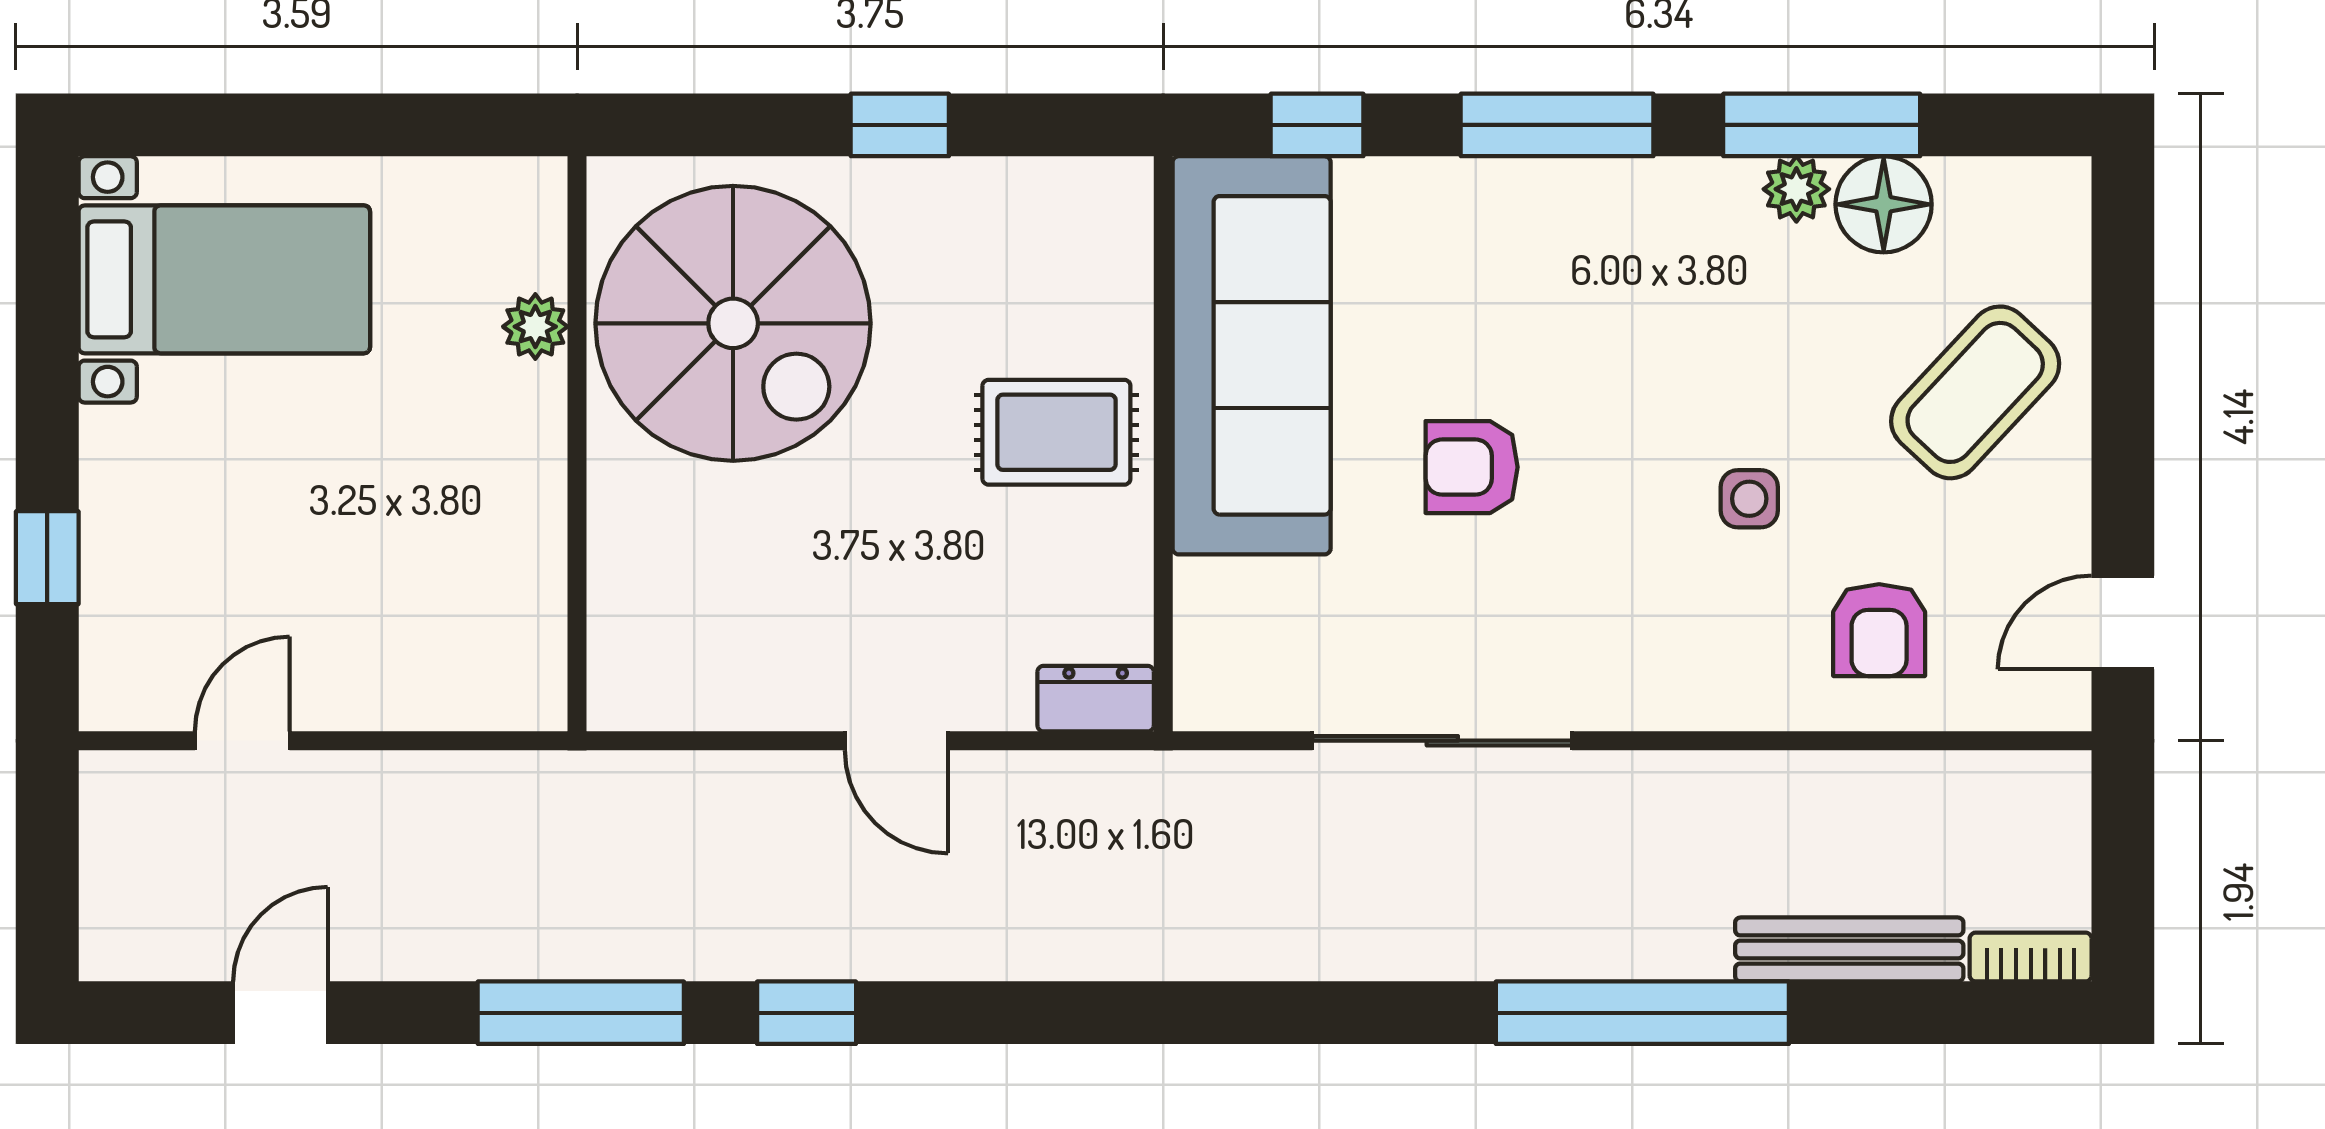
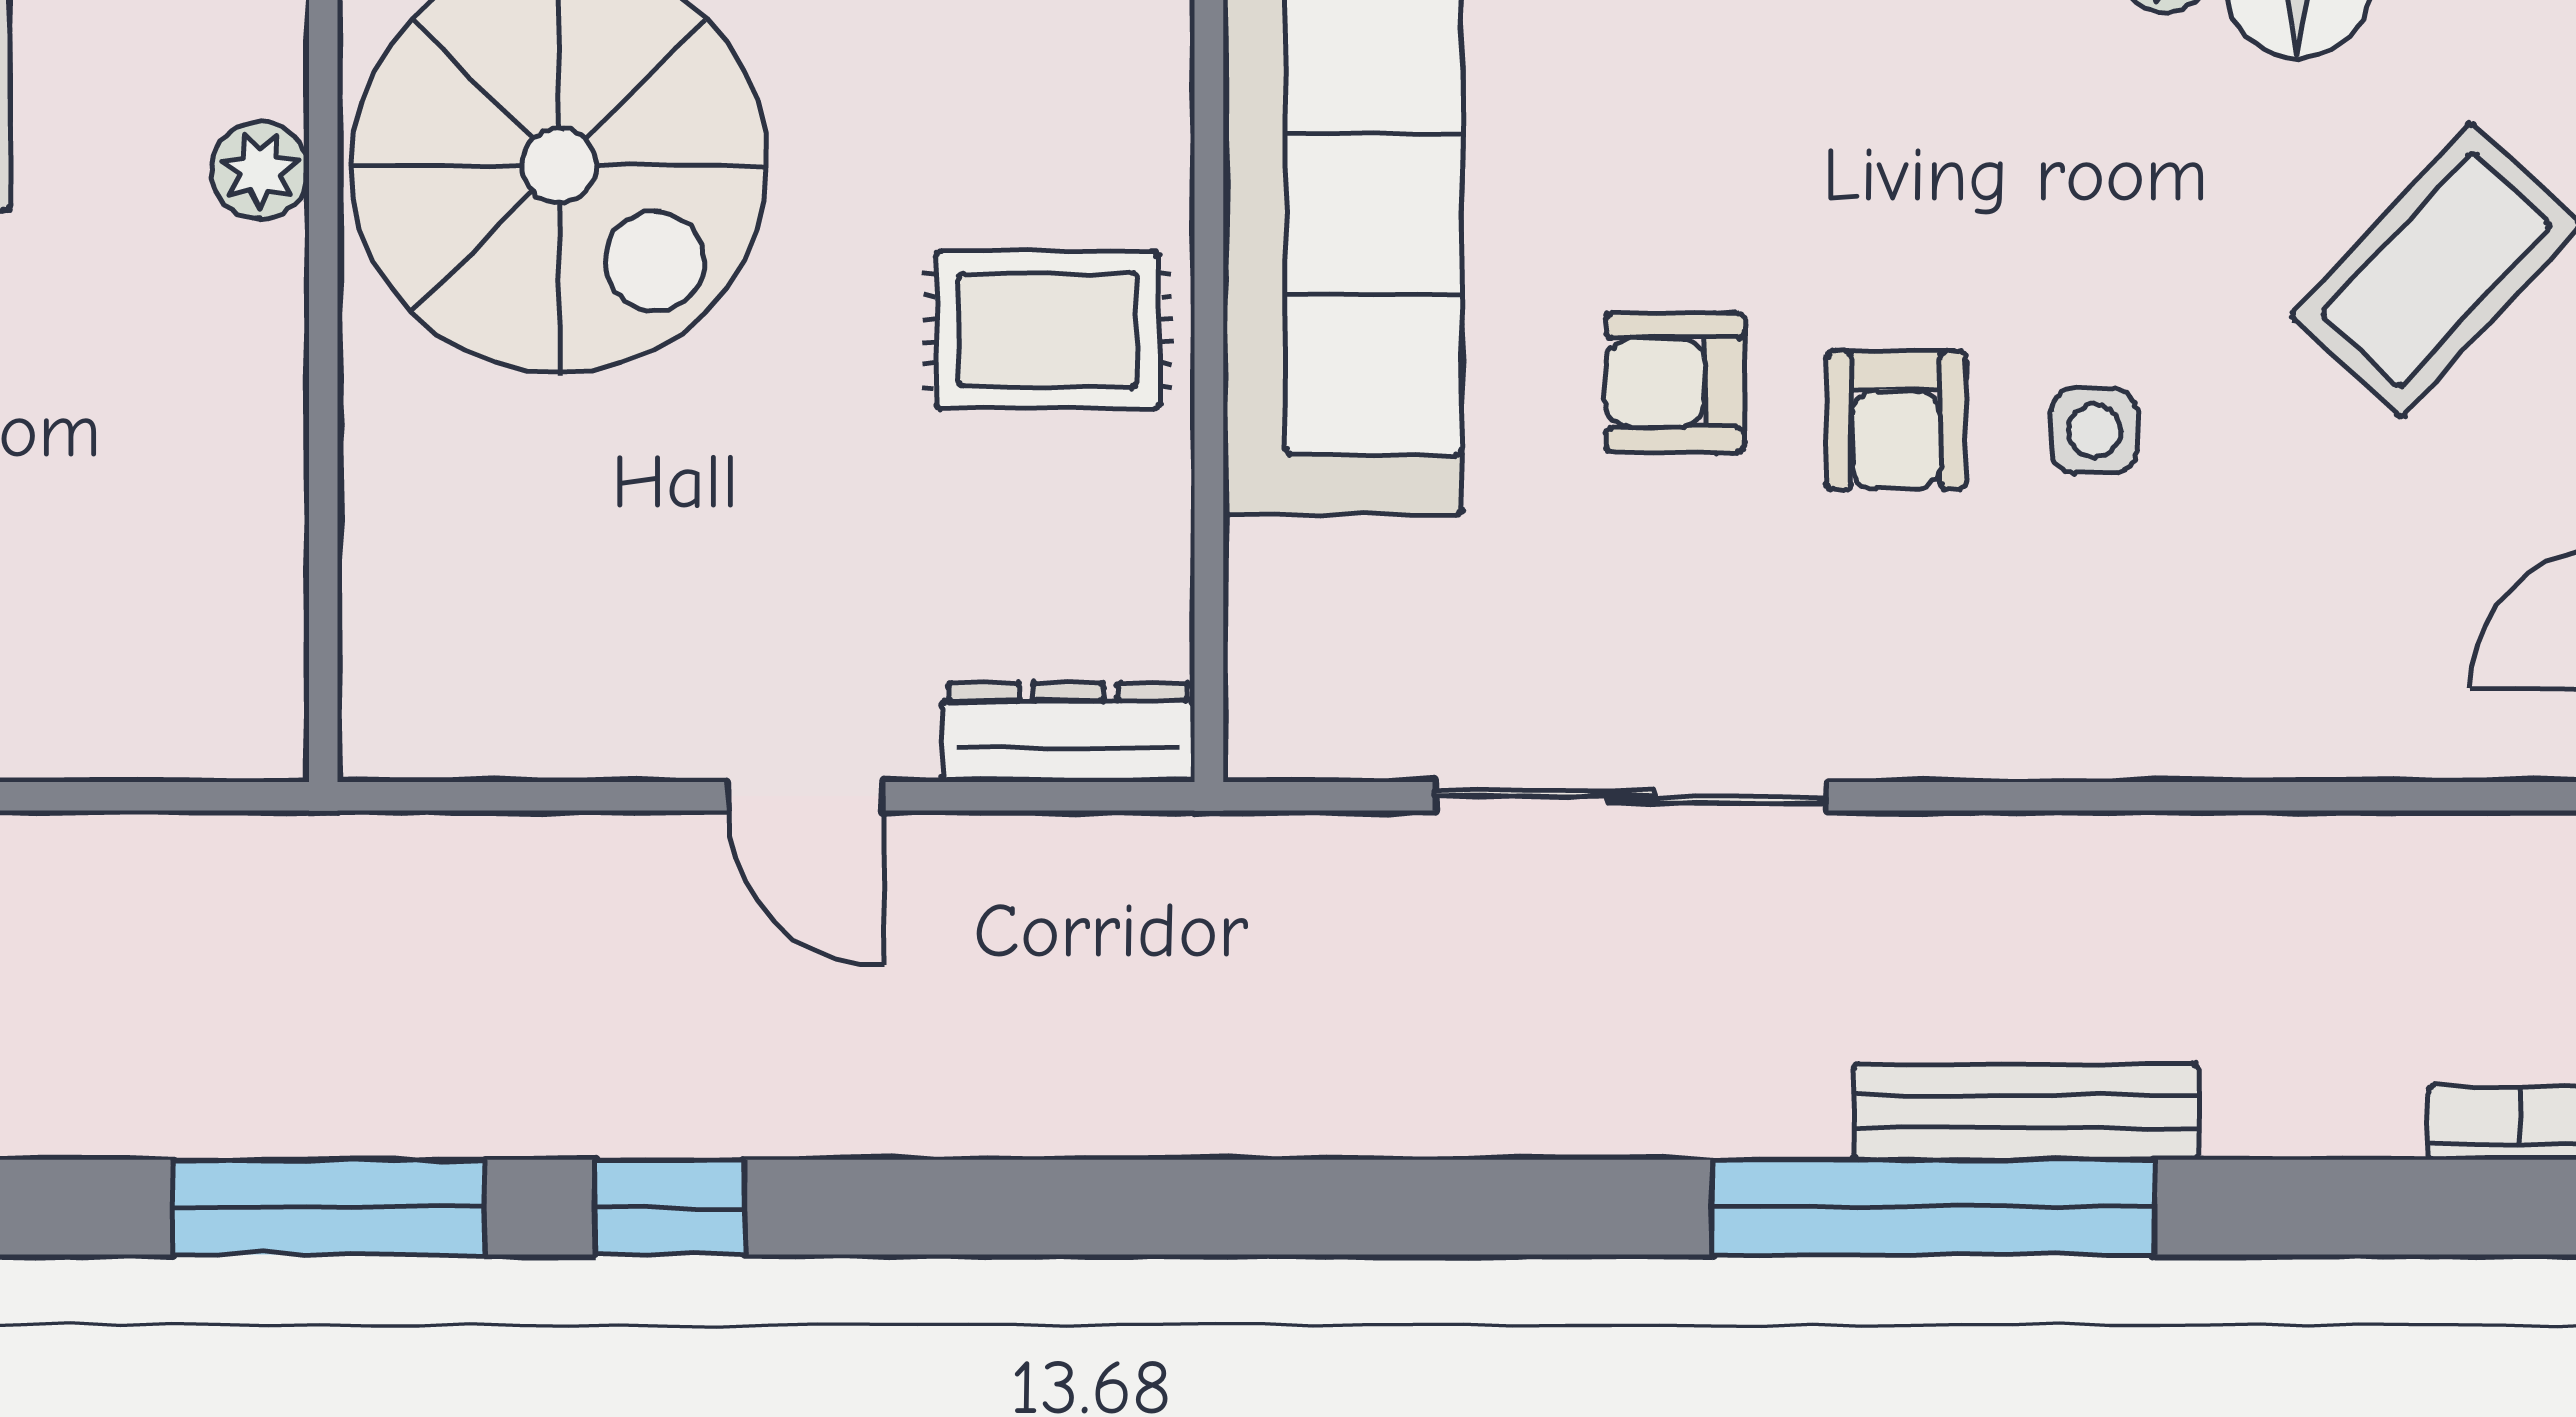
armchair: (1879, 630) -> (1896, 420), moved
dresser: (1096, 699) -> (1068, 733), width x1.44
bench: (1849, 949) -> (2026, 1112), moved

